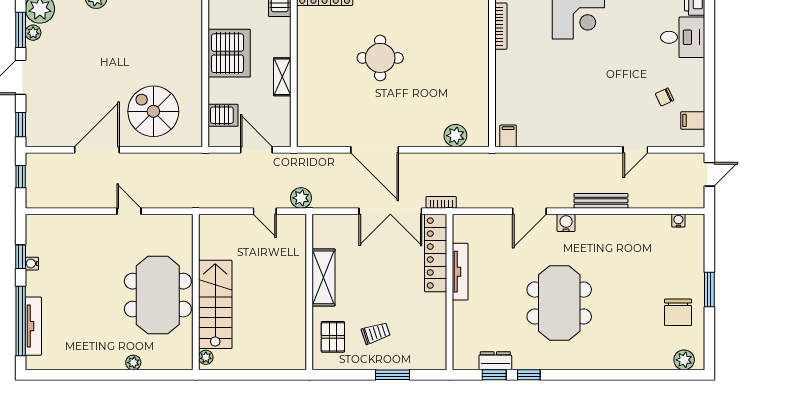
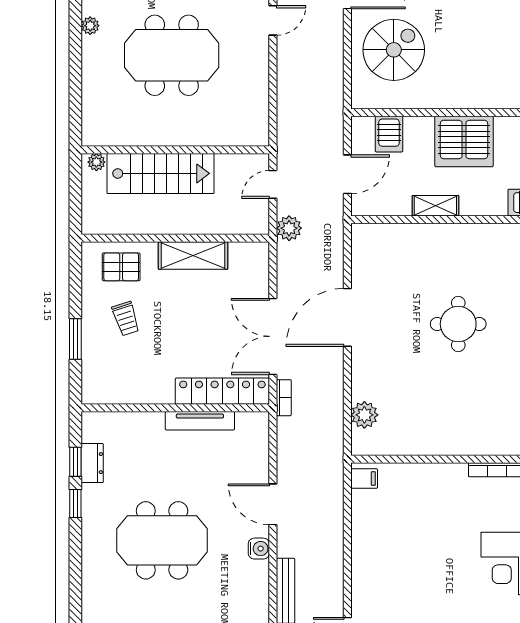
wall: (196, 292) -> (175, 150), moved
stairs: (215, 304) -> (161, 173), moved
plant: (206, 357) -> (96, 162), moved

